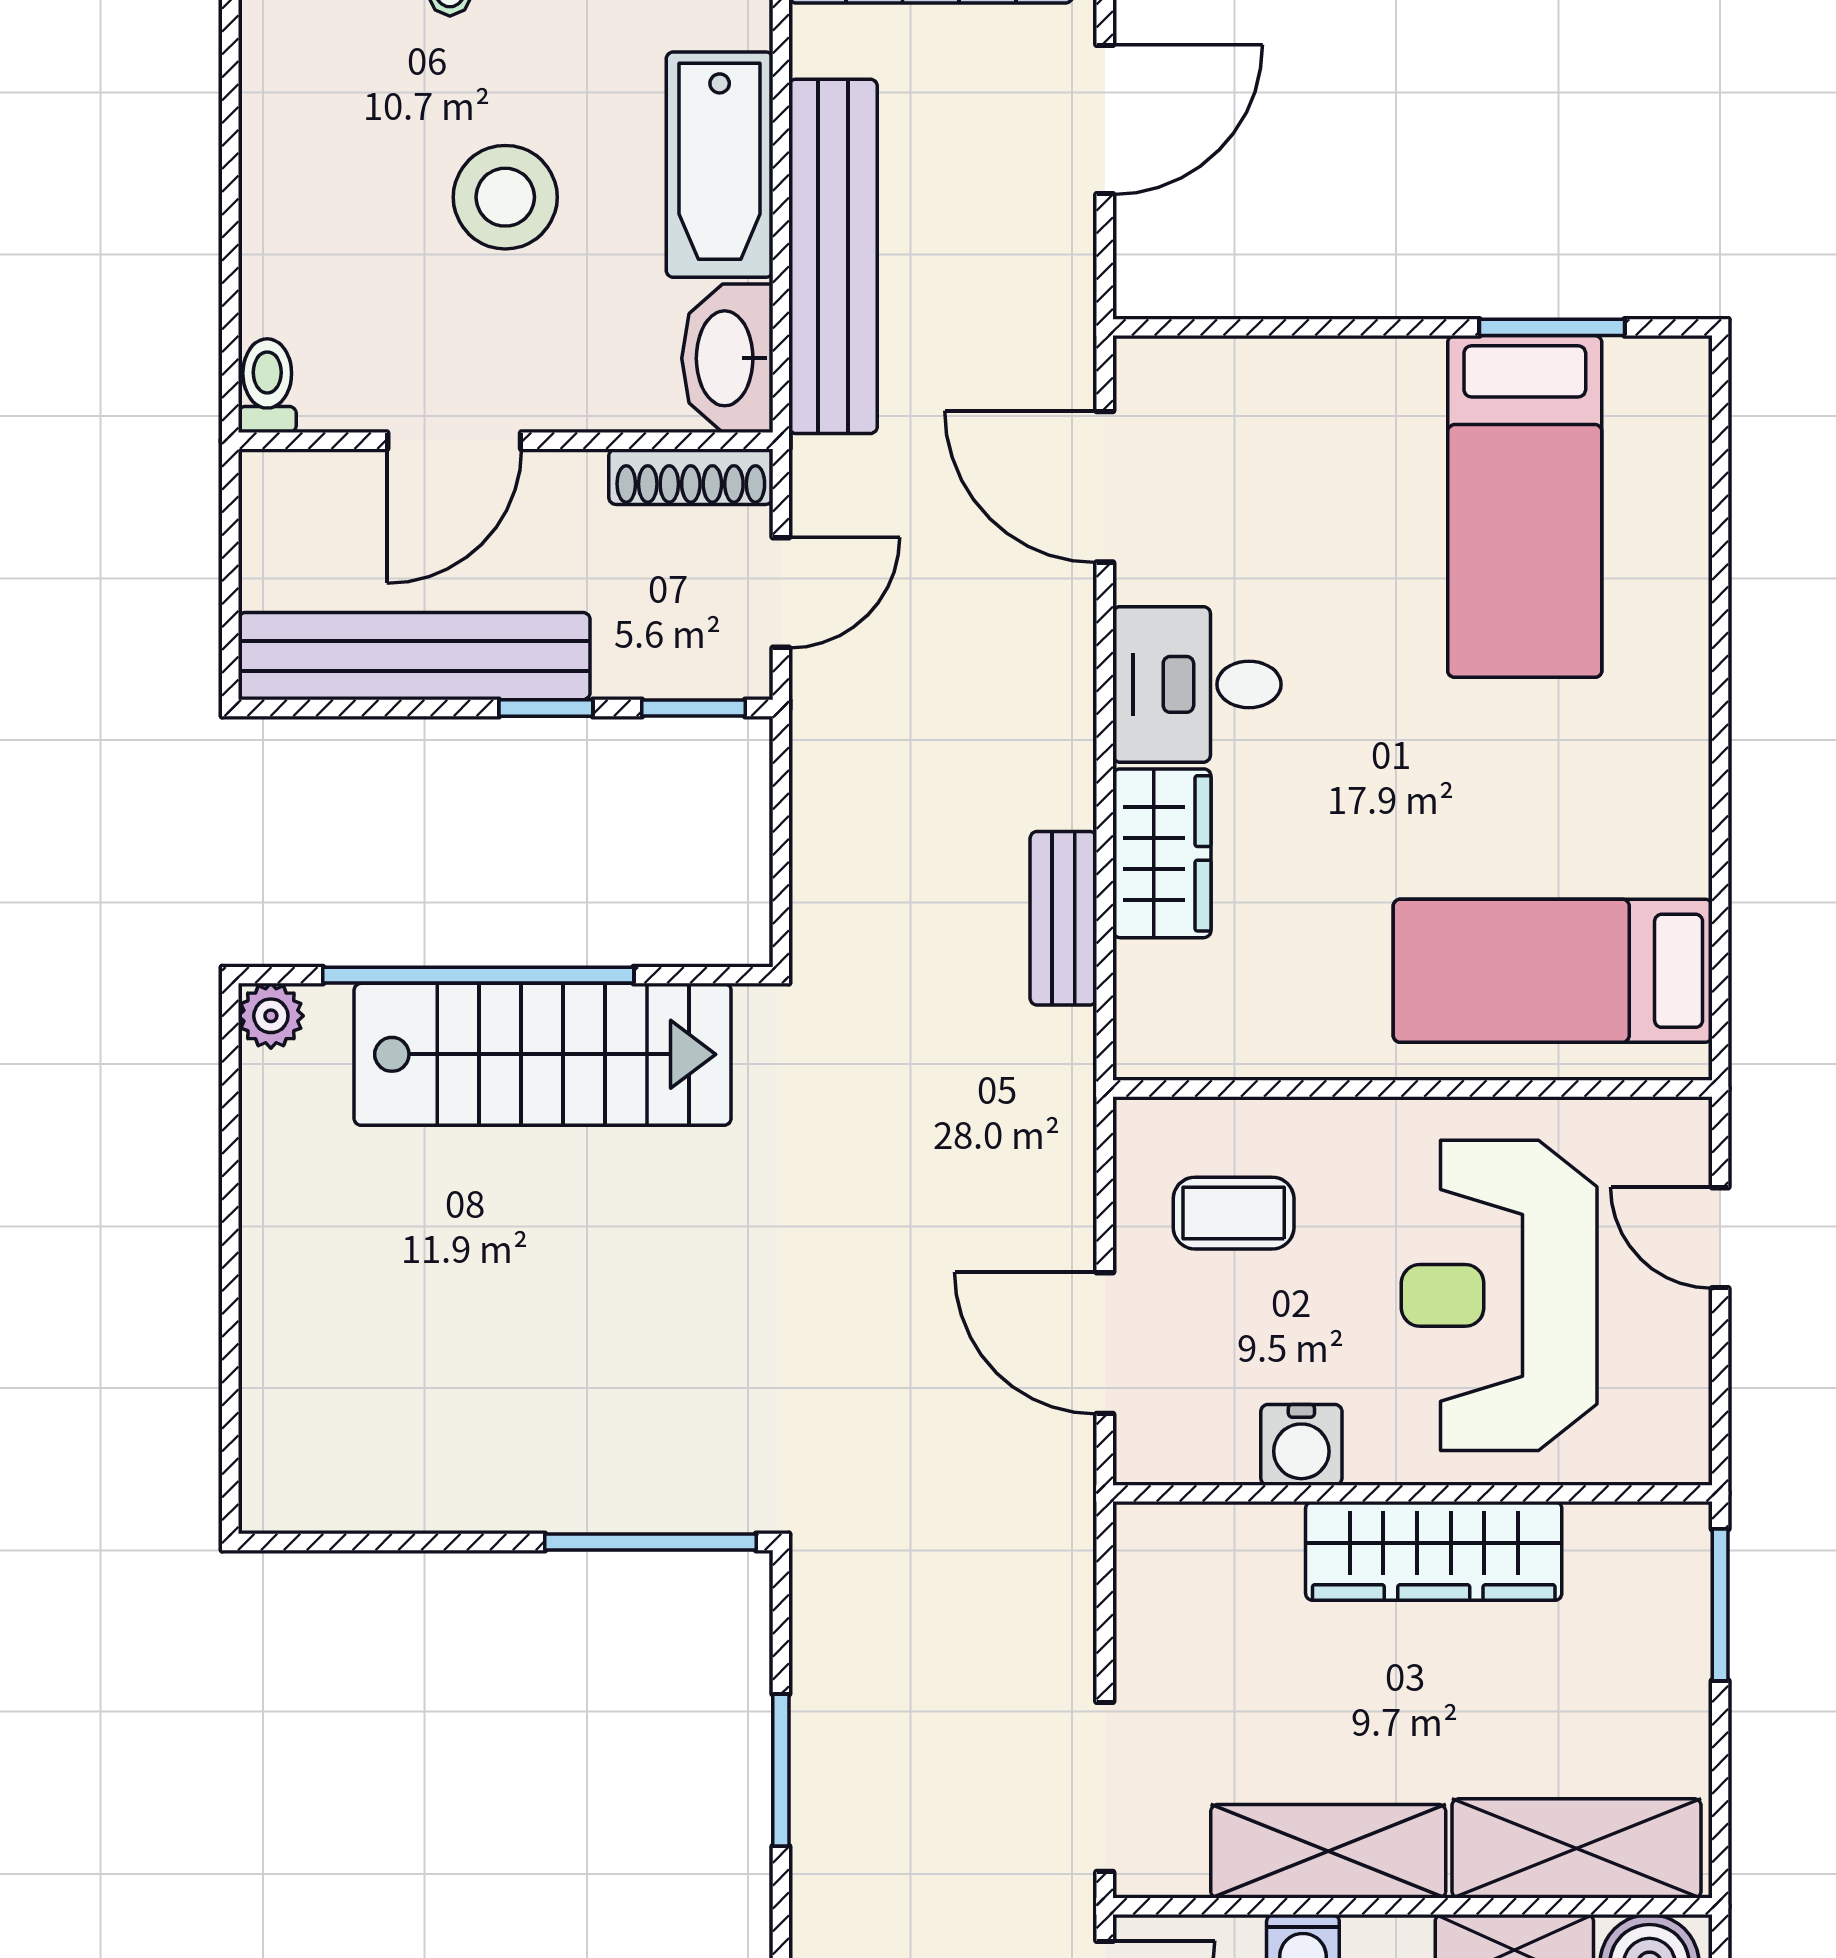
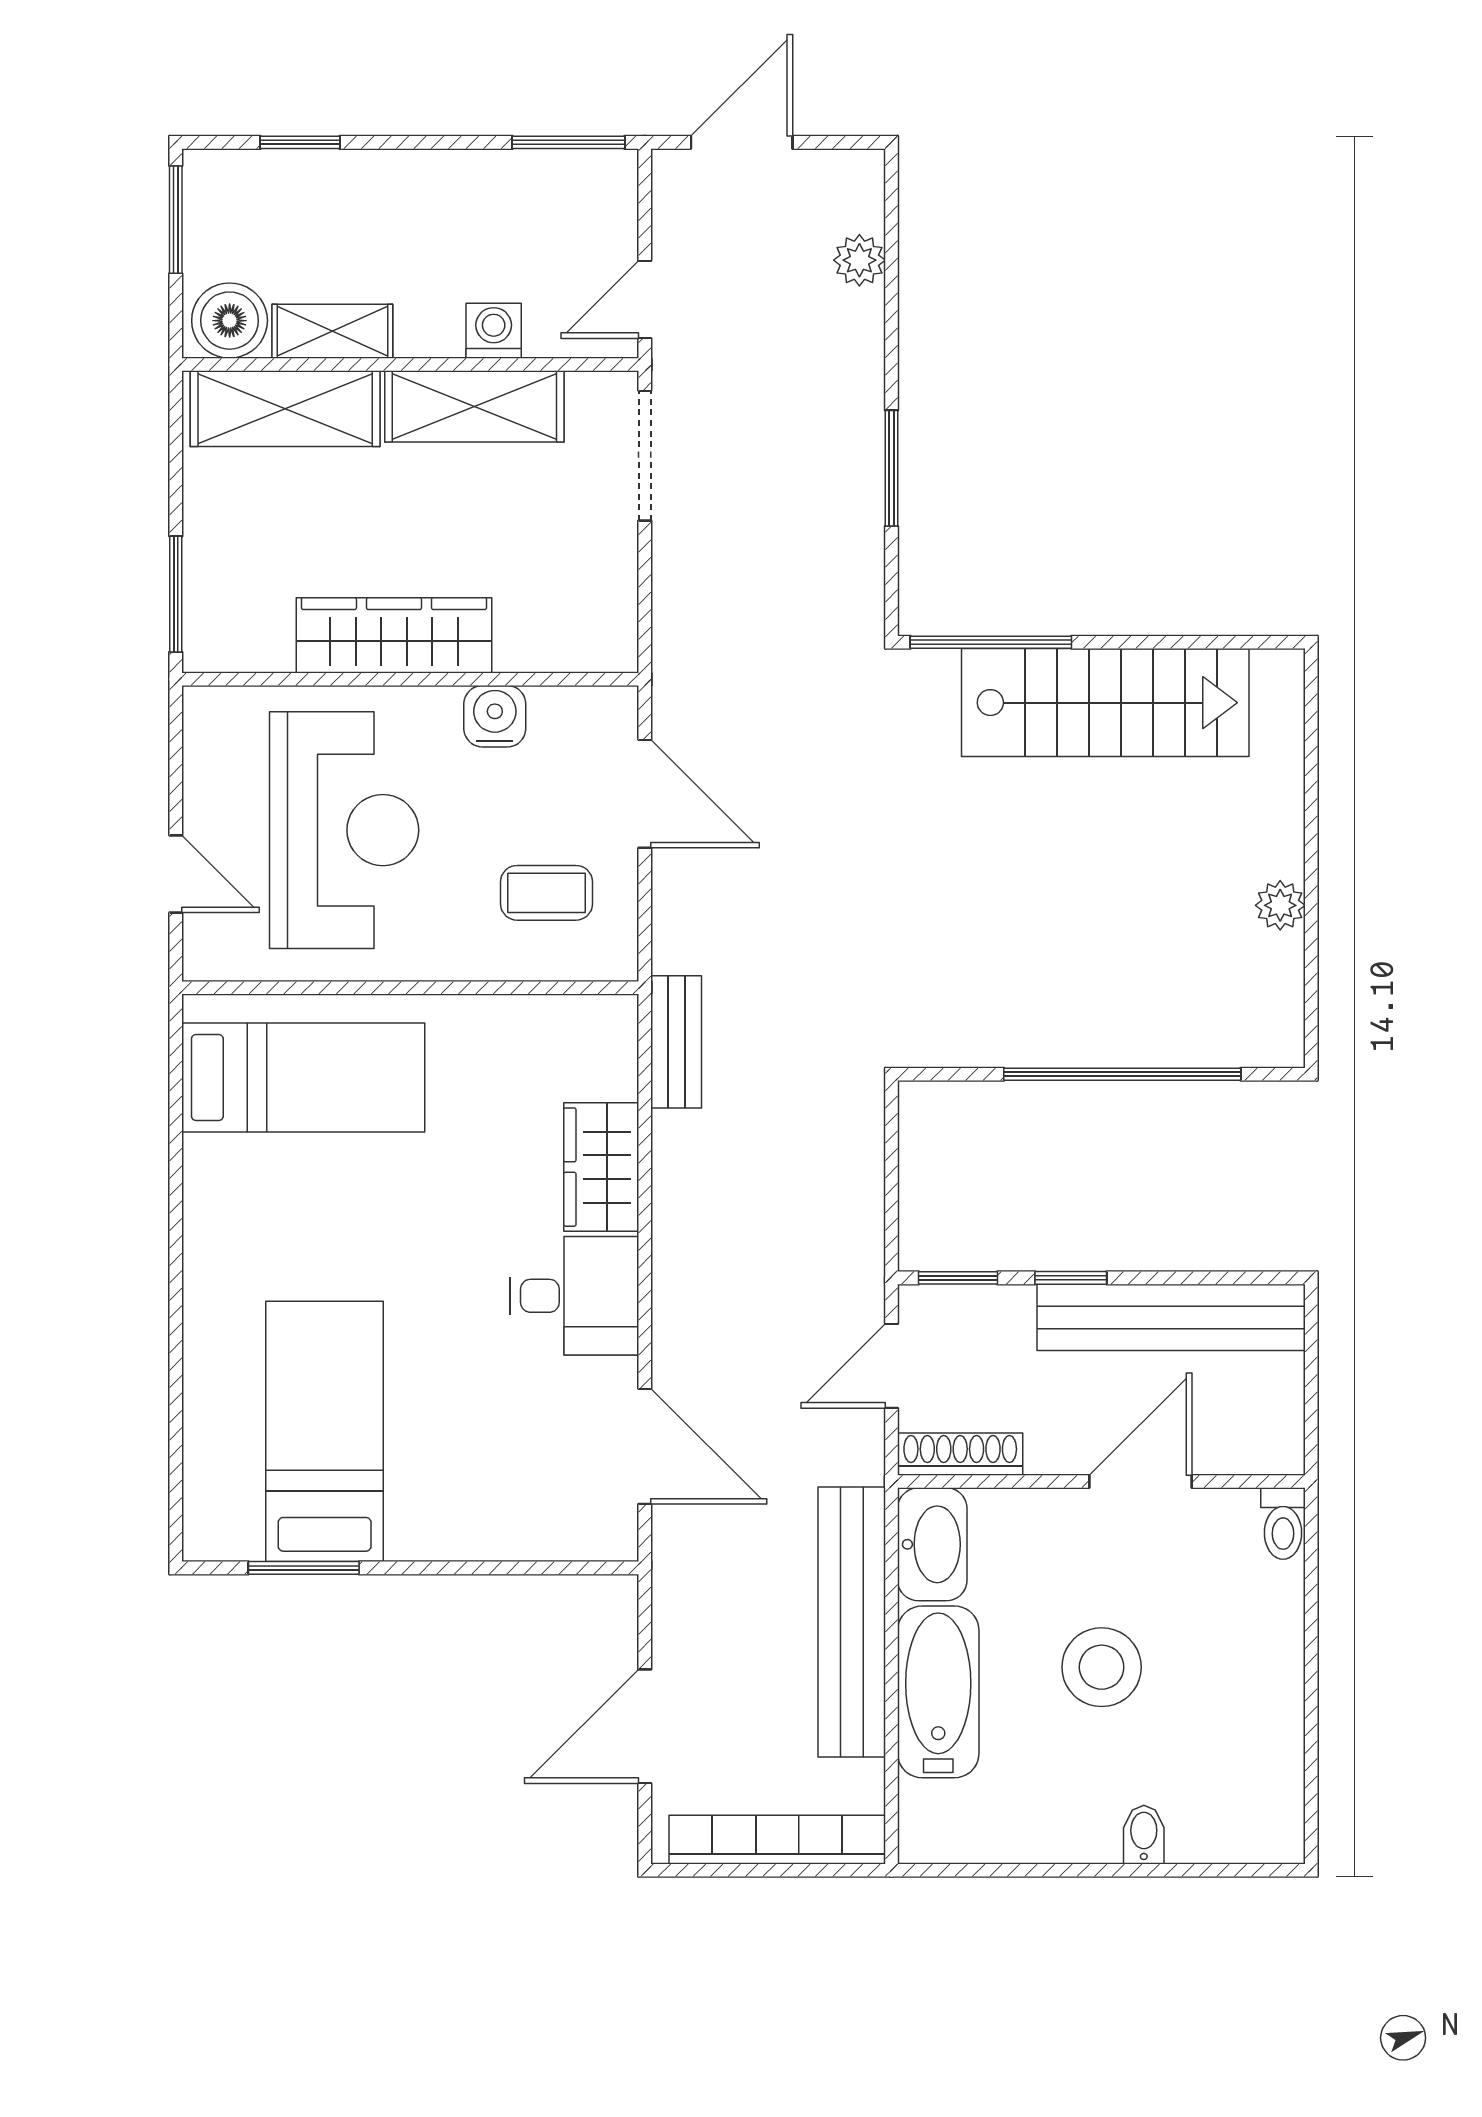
bench: (1063, 918) -> (676, 1042), moved
plant: (271, 1016) -> (1280, 905), moved
stairs: (543, 1054) -> (1105, 703), moved, turned 180

